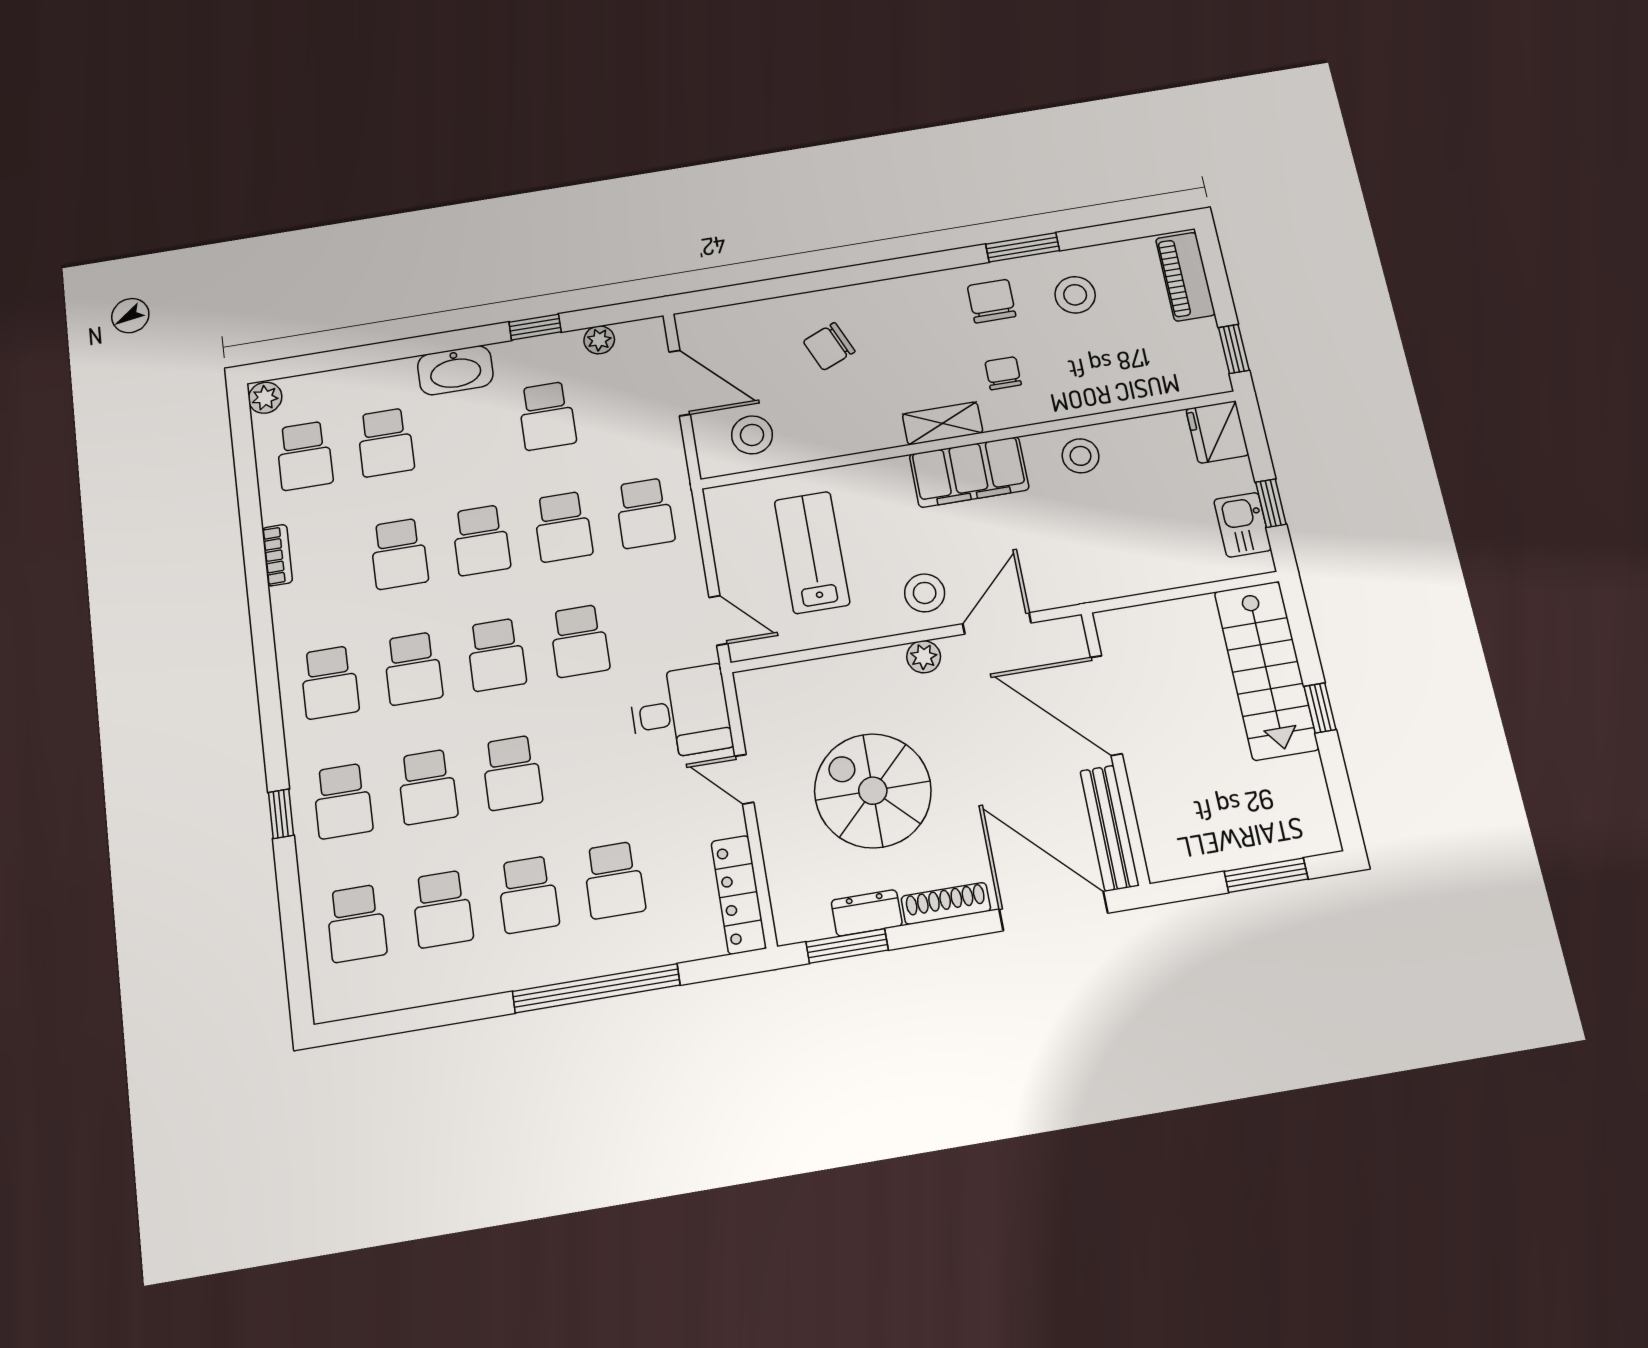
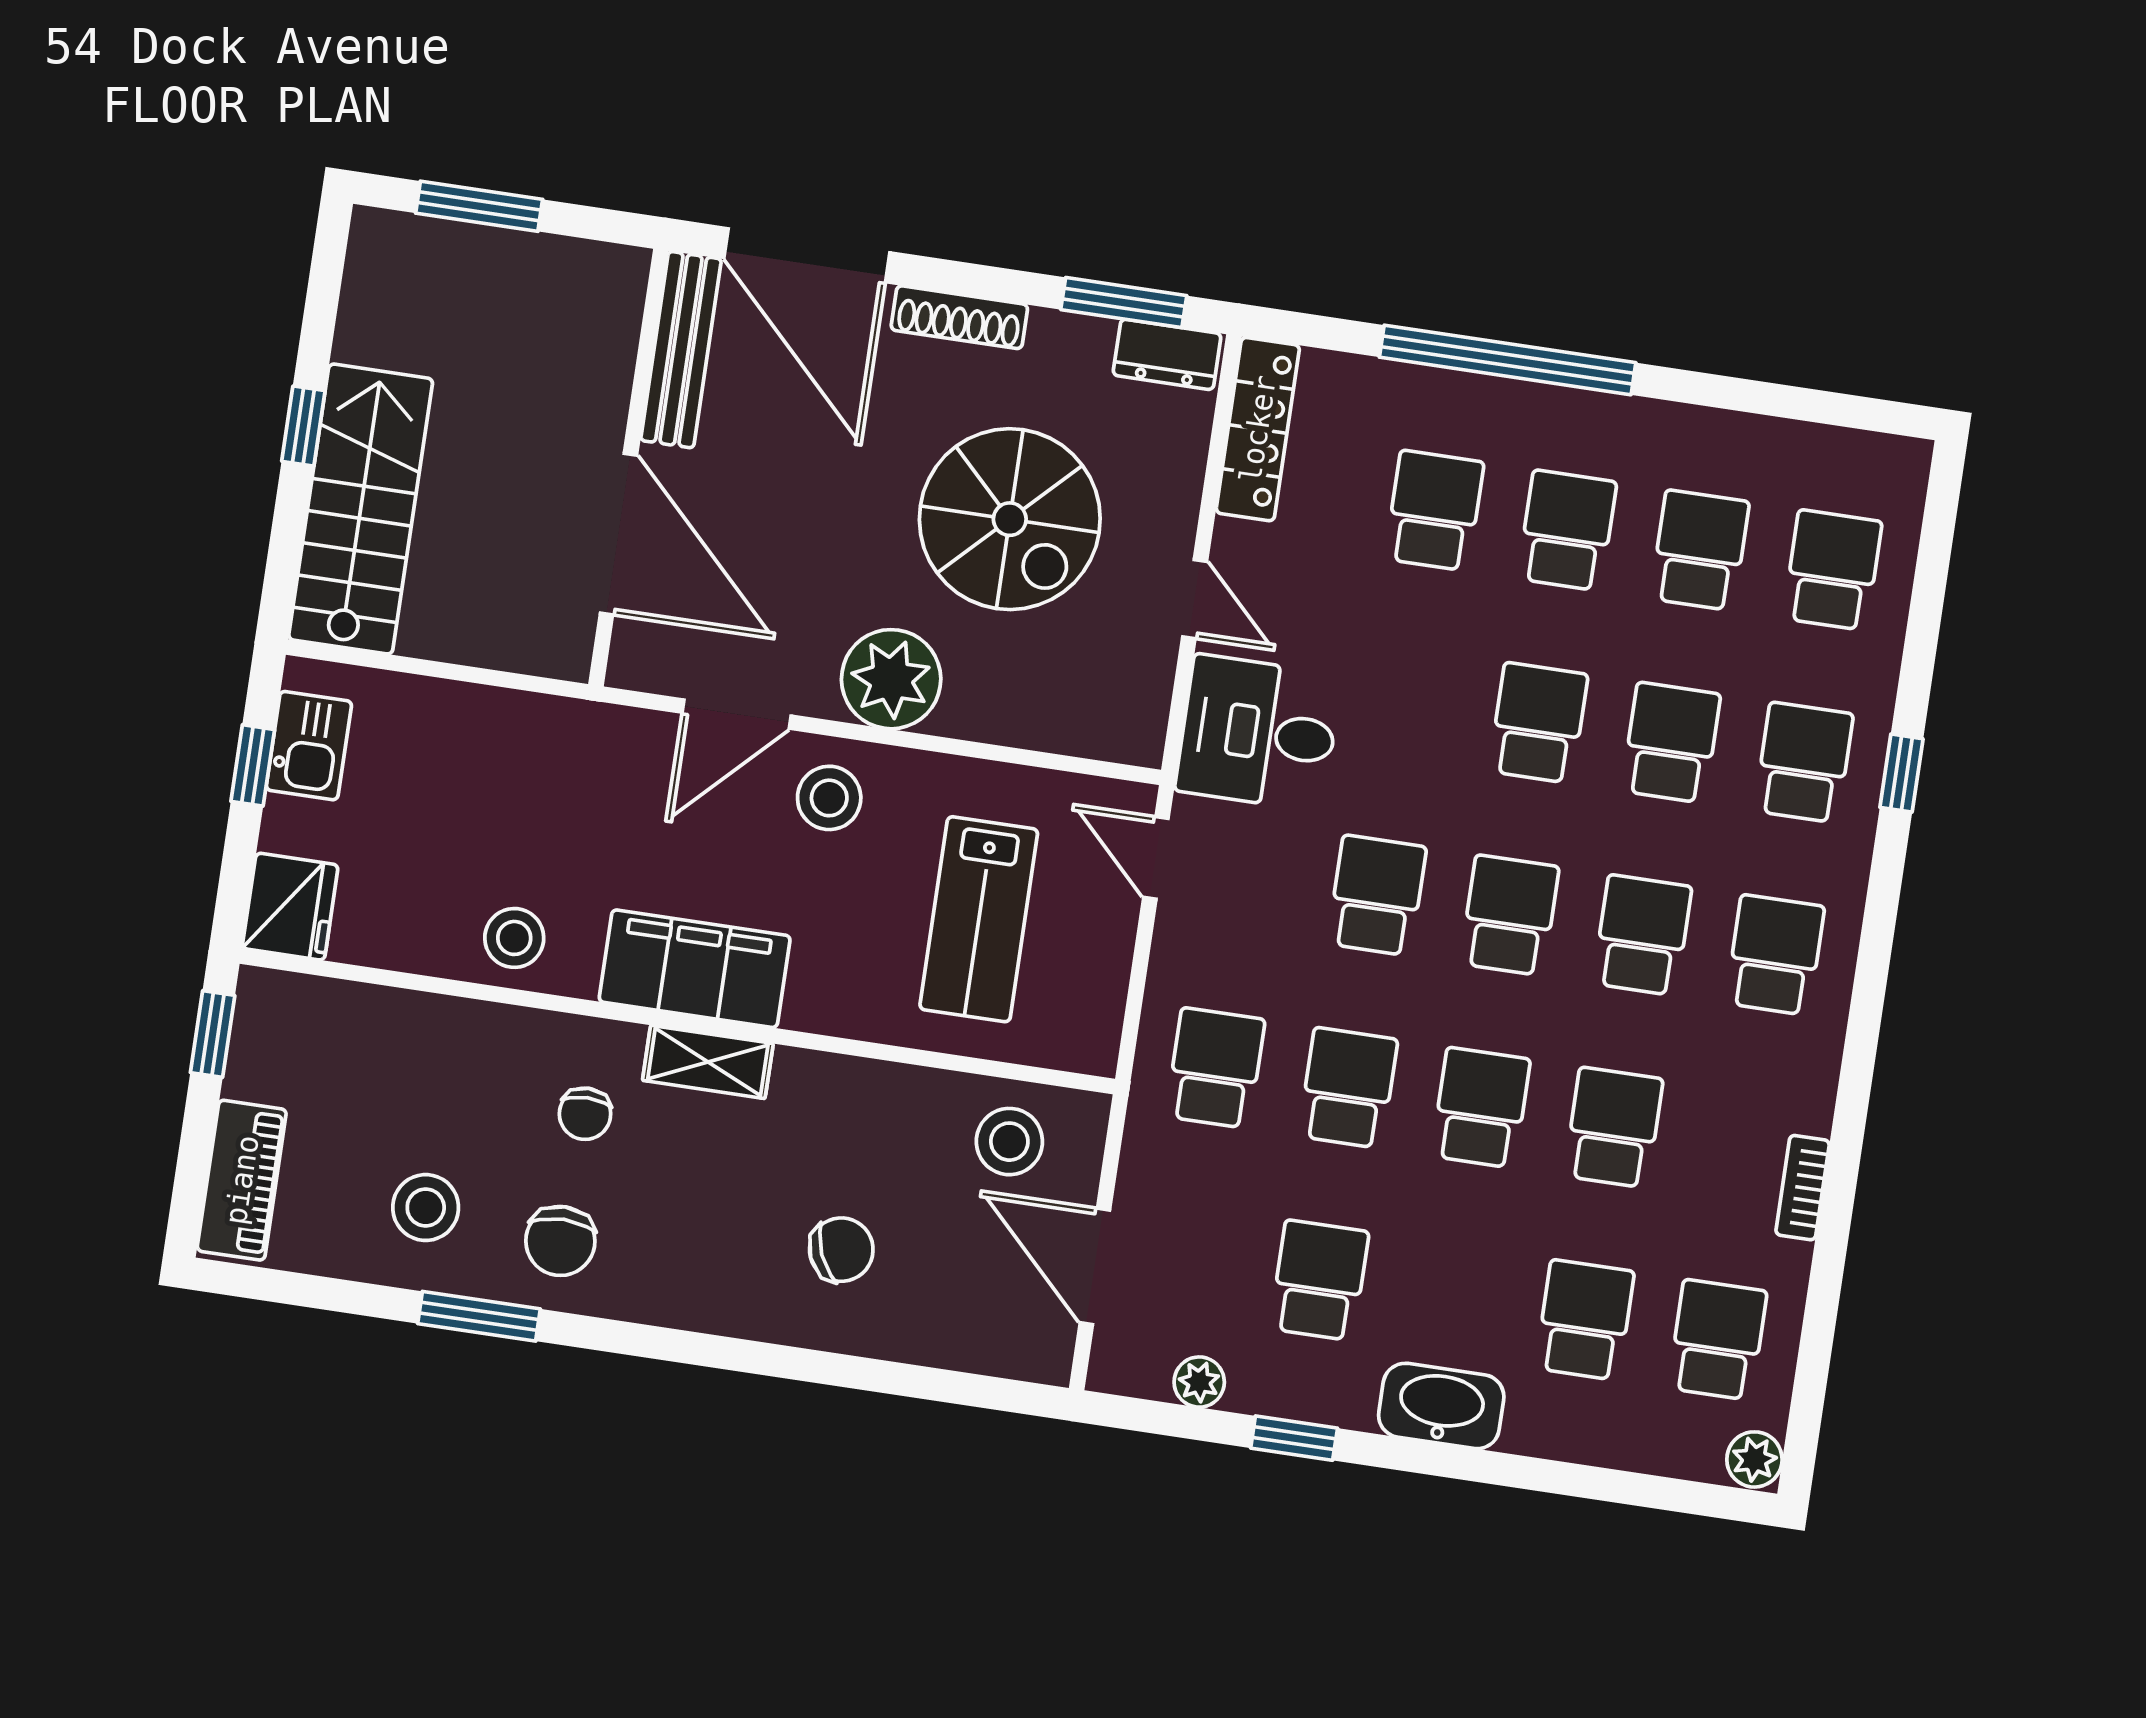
plant: (924, 657) -> (891, 679), width x1.88, depth x1.88
dresser: (867, 913) -> (1167, 354), moved

